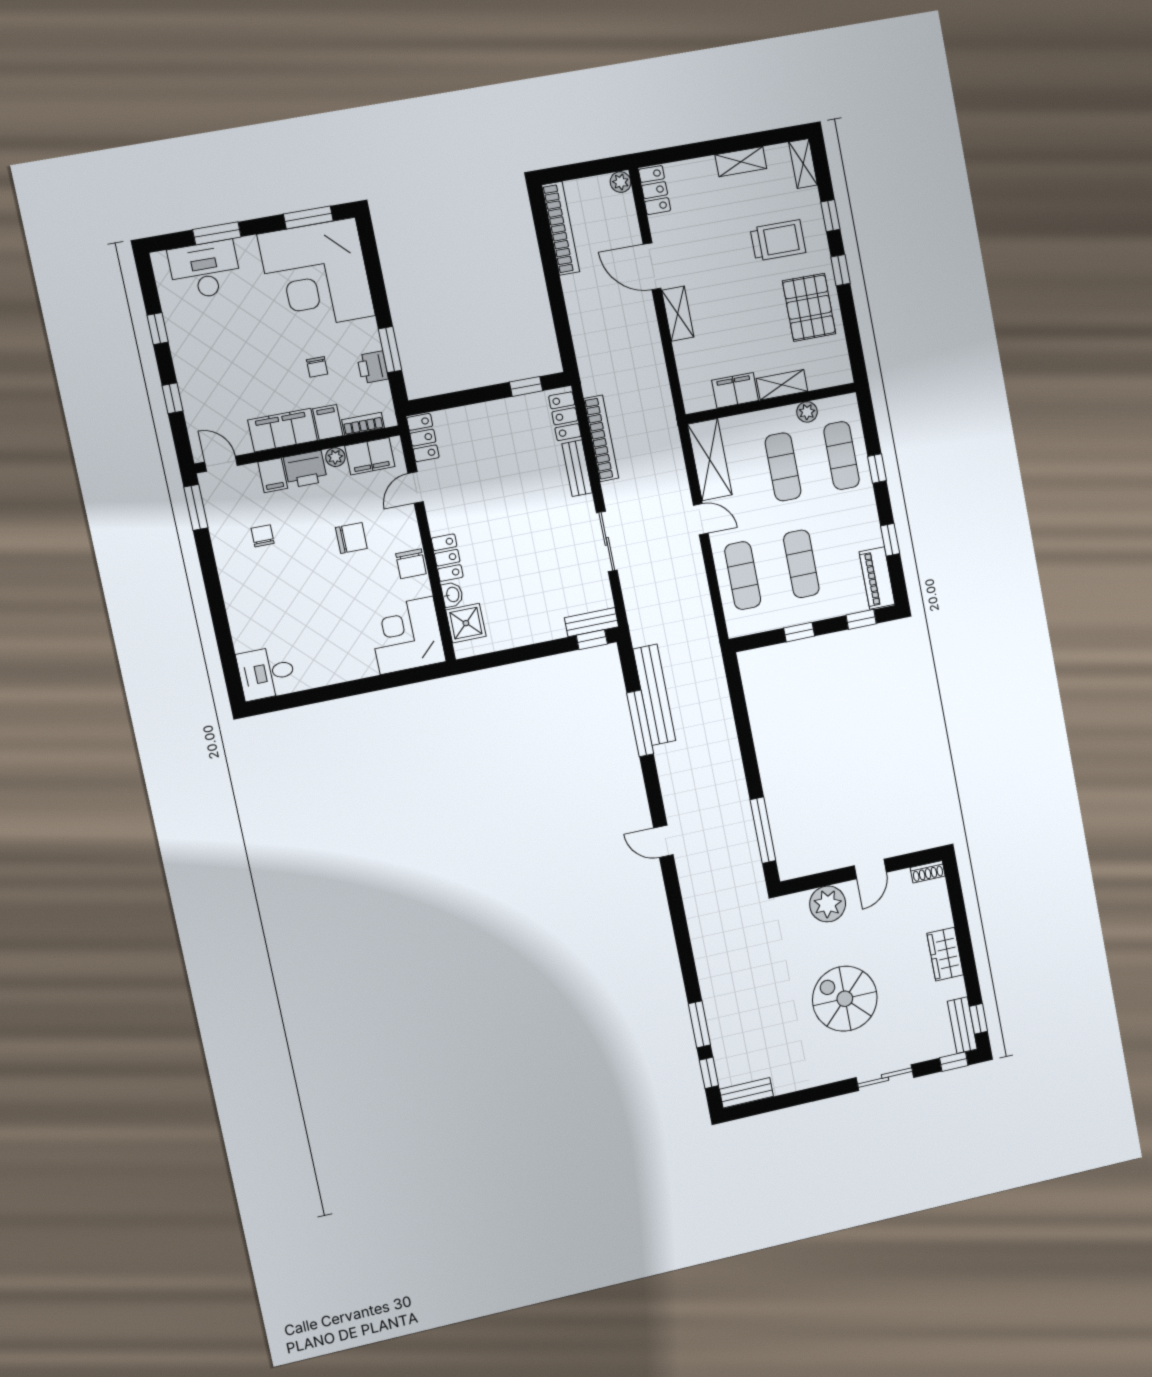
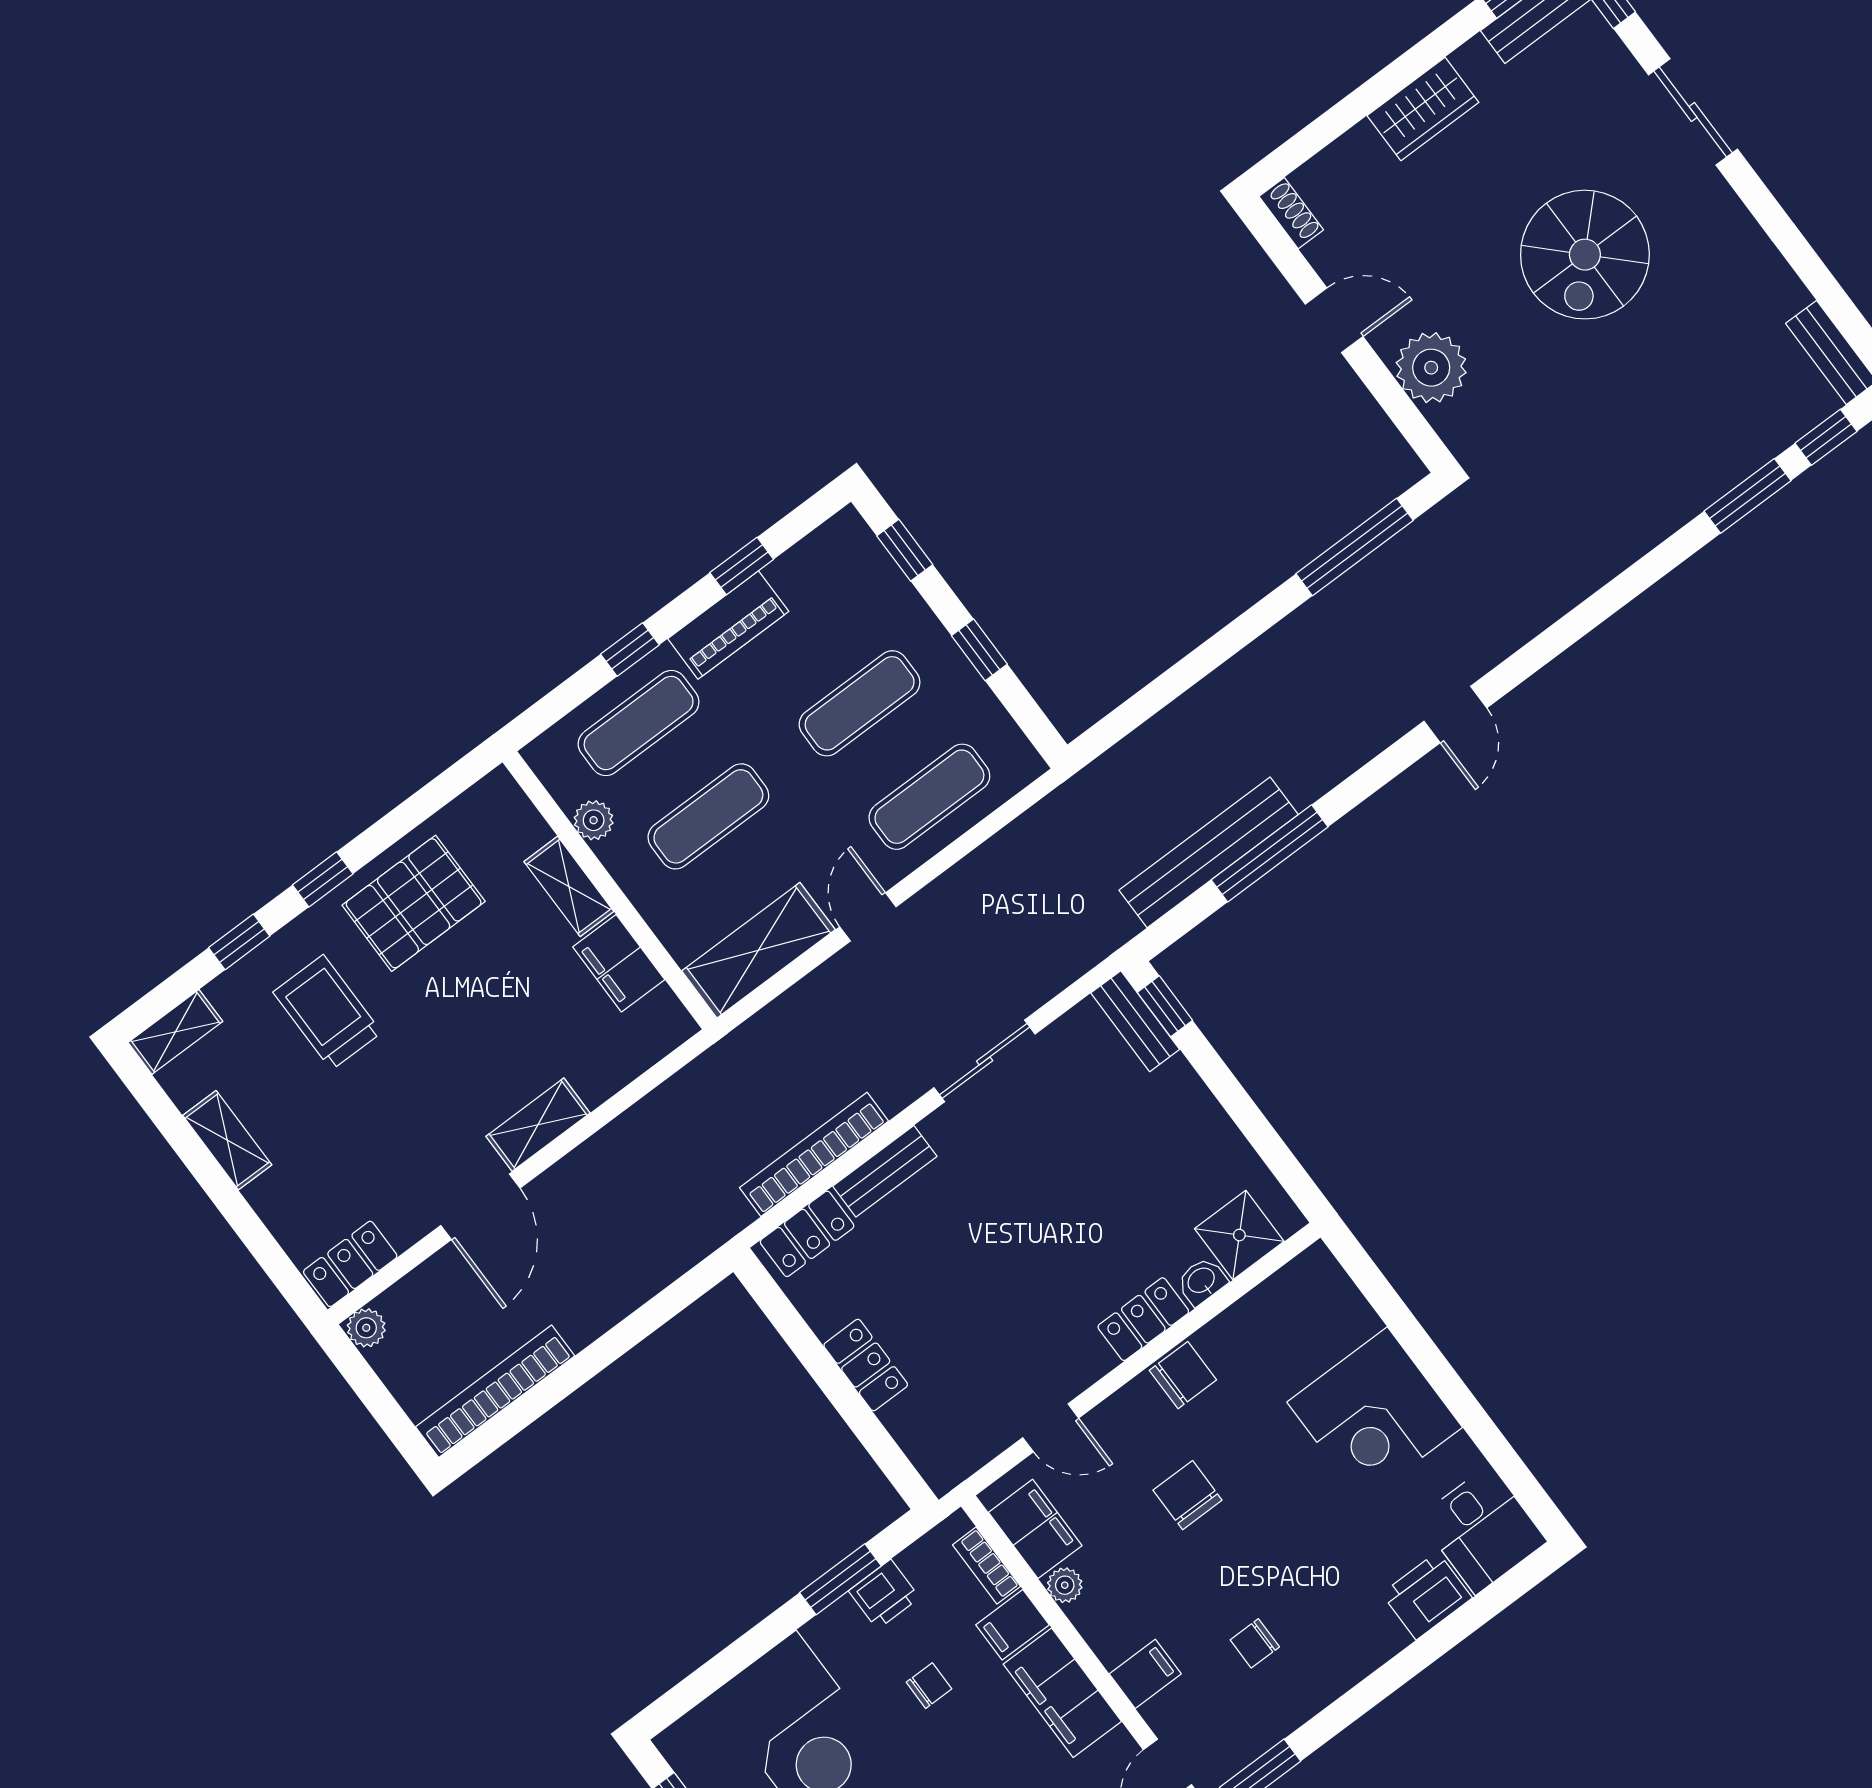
window: (526, 386) -> (789, 1324), removed
locker: (423, 438) -> (866, 1365), moved, turned 90
printer: (305, 469) -> (1427, 1596), moved, turned -90
piano: (877, 578) -> (728, 625), moved
corner desk: (407, 635) -> (1375, 1415), moved

